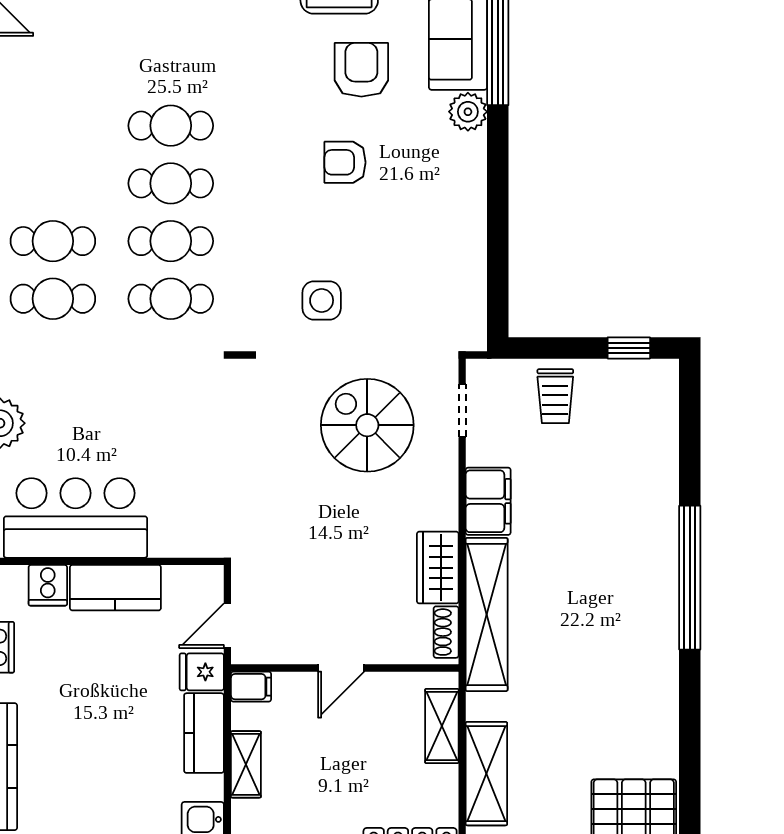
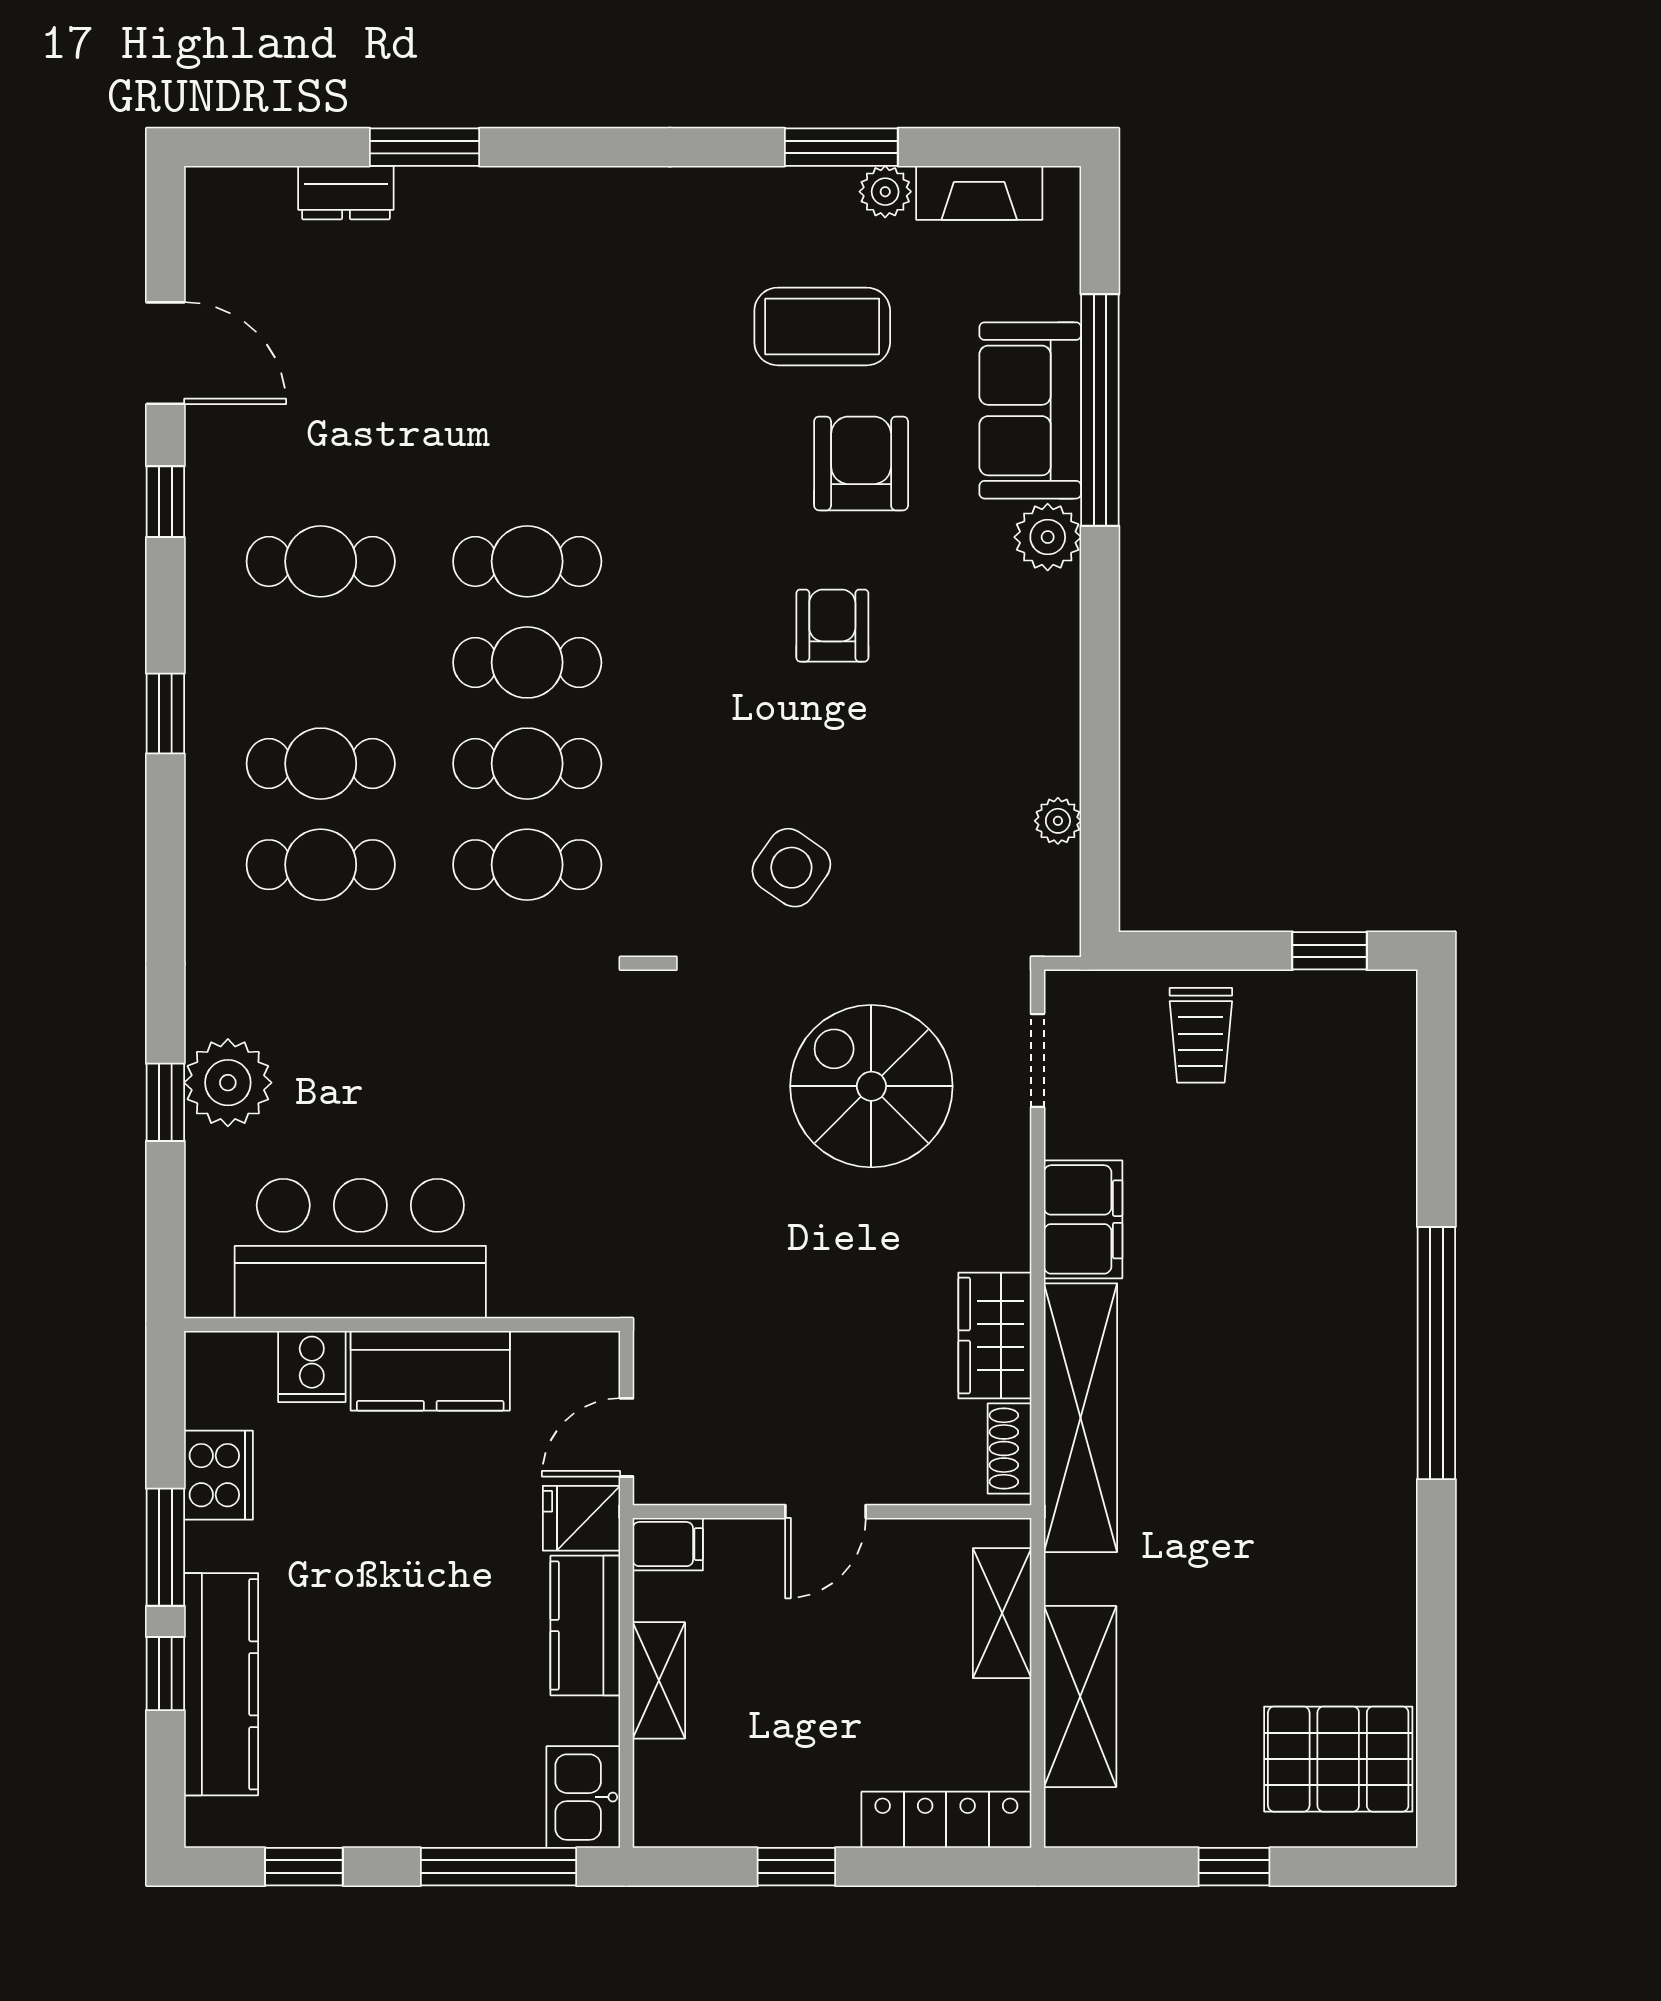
cafe table: (53, 126) -> (321, 561), added
armchair: (345, 162) -> (832, 626), turned 90
plant: (474, 274) -> (1058, 821), added
side table: (322, 300) -> (791, 868), turned 35

